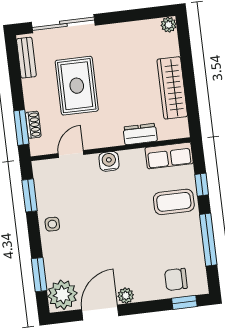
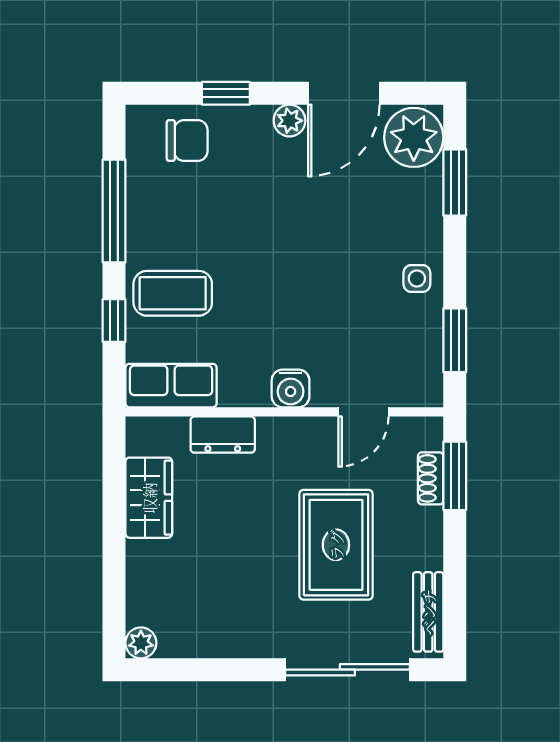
wardrobe: (172, 88) -> (149, 498), width x0.67
window: (184, 302) -> (226, 93), moved

